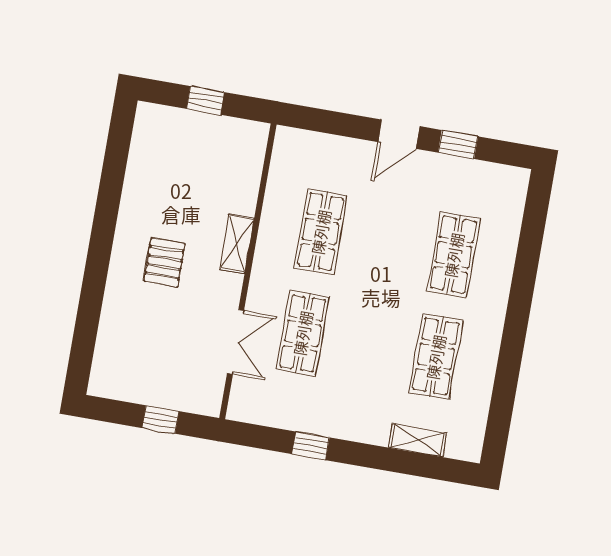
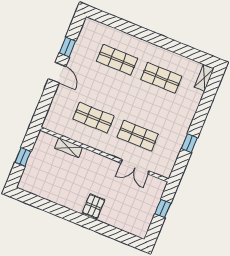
shelving: (237, 244) -> (69, 148), moved
pallet: (164, 262) -> (94, 206), moved, turned 90
double door: (236, 342) -> (135, 167), swing flipped
shelving: (418, 440) -> (204, 78), moved

